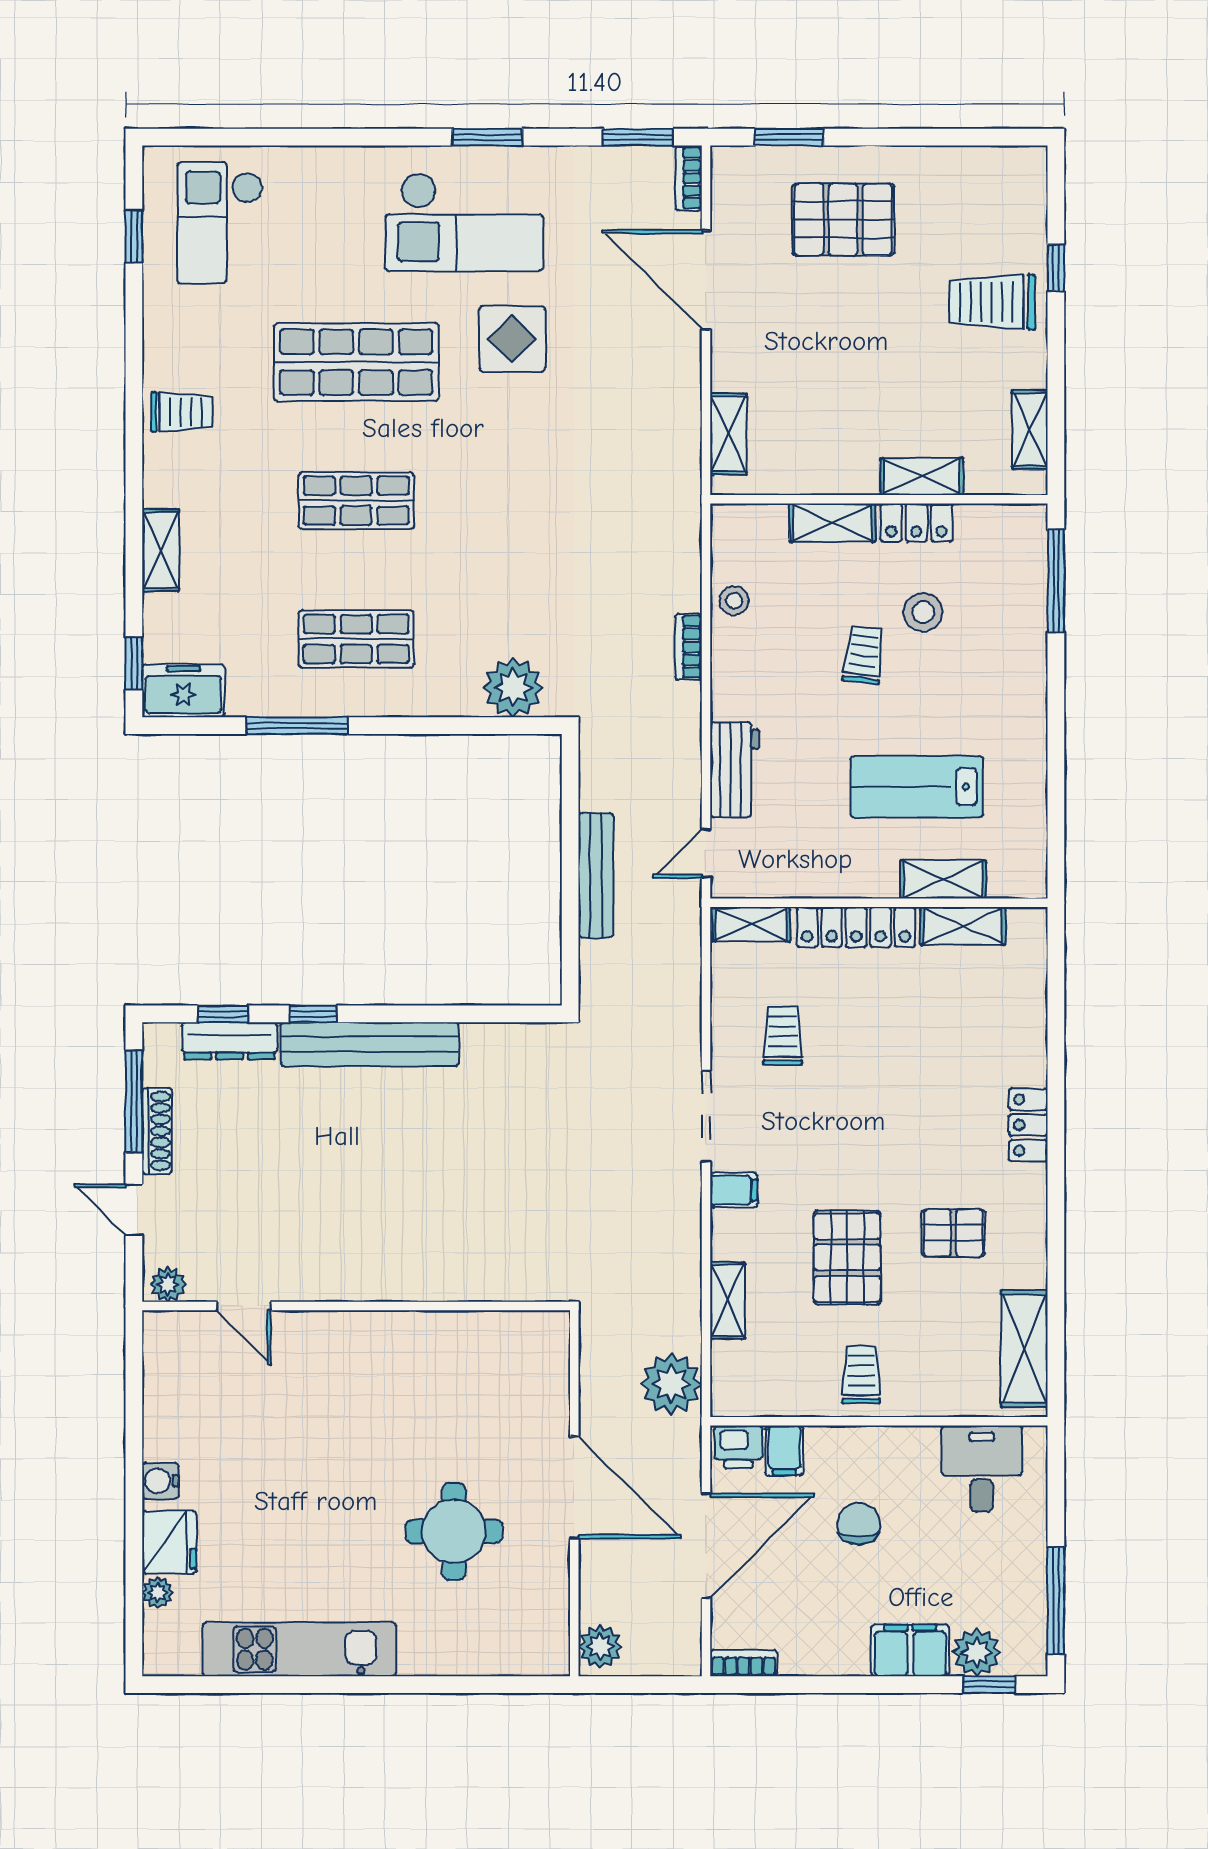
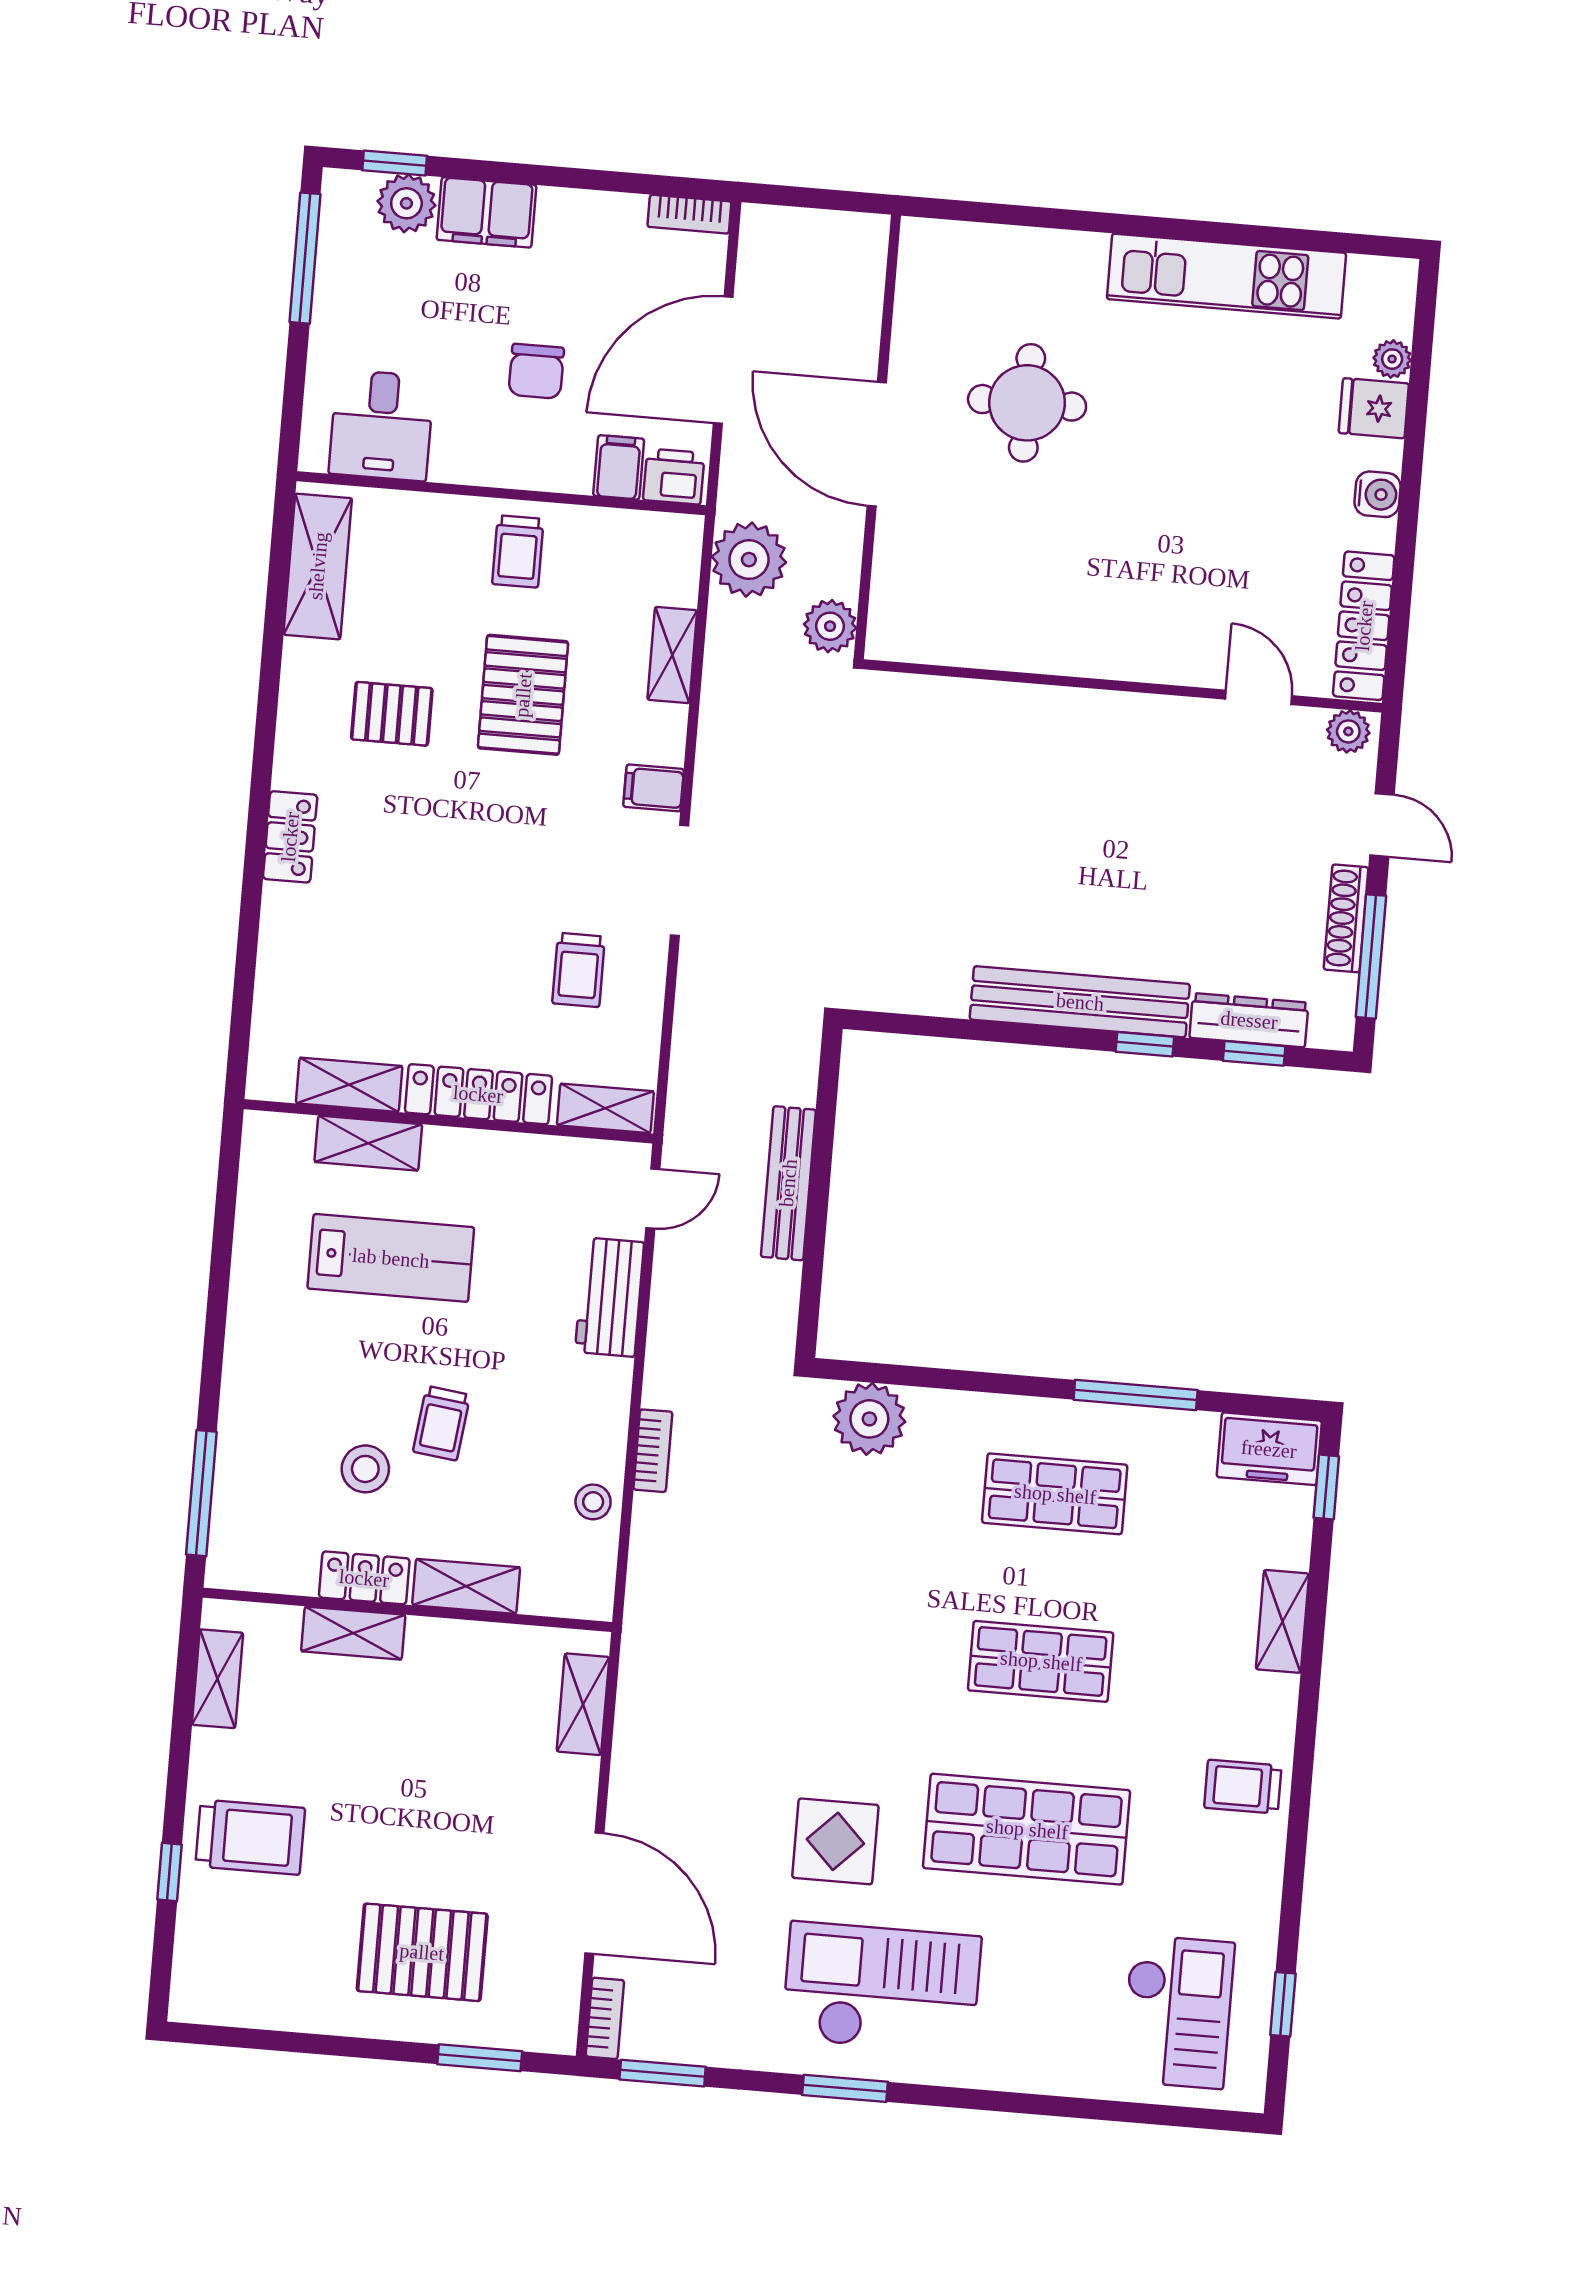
locker: (163, 1372) -> (1364, 626), added
fridge: (169, 1542) -> (1374, 408), width x0.72
plant: (600, 1647) -> (830, 626), moved

